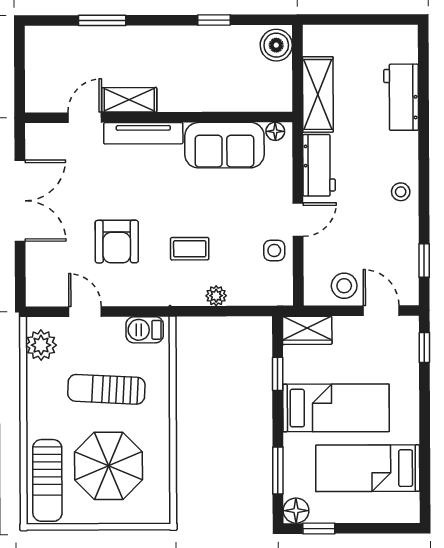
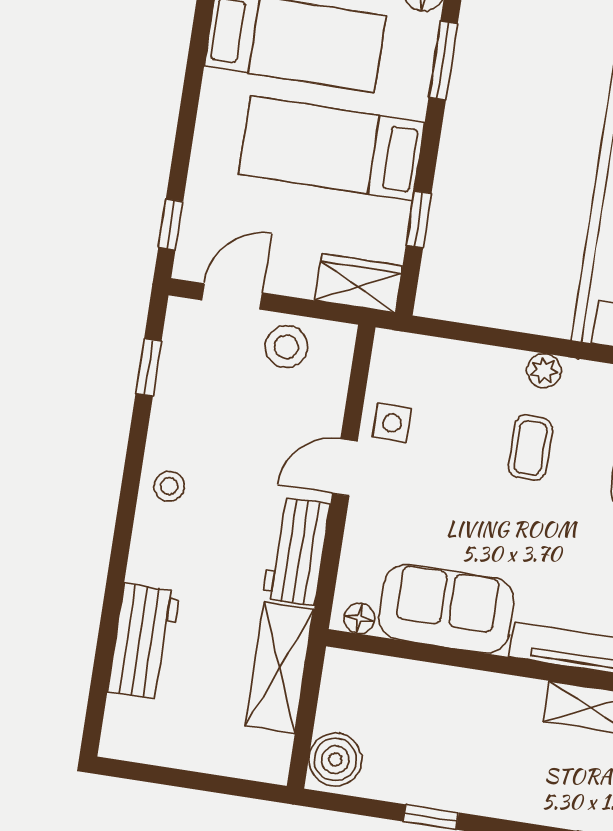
coffee table: (190, 249) -> (530, 448), turned 90
plant: (216, 296) -> (544, 371), moved
door: (381, 311) -> (232, 296), swing flipped

